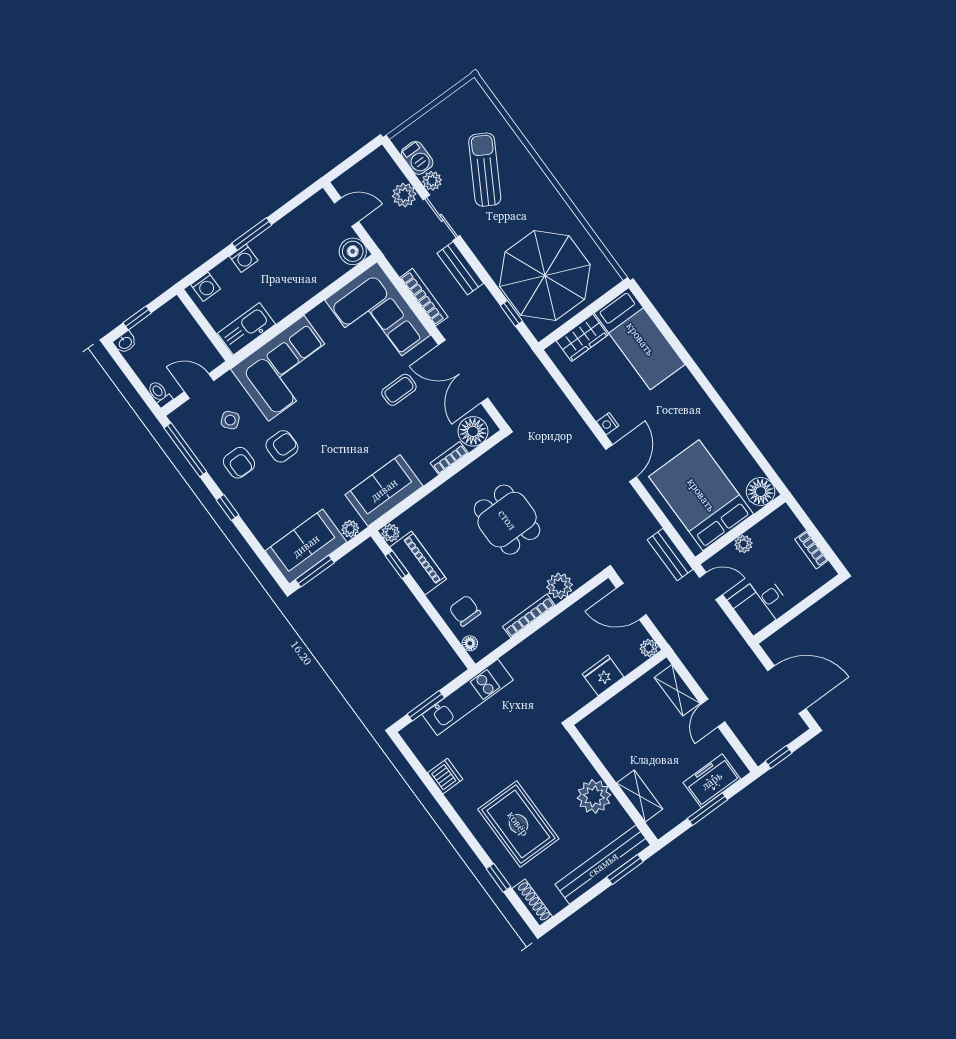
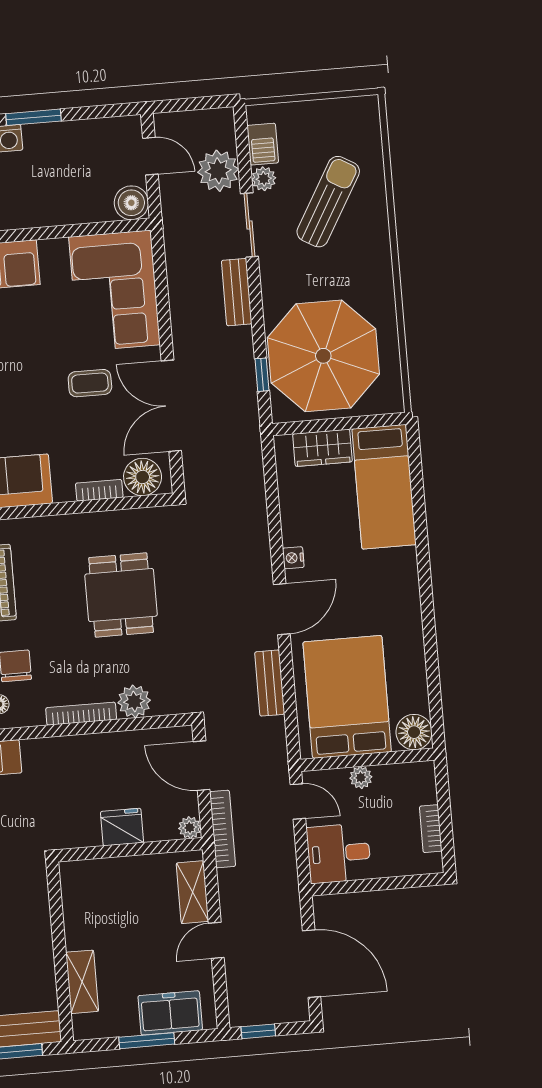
plant: (404, 195) -> (218, 171), width x1.36, depth x1.36
bookcase: (424, 297) -> (223, 829), moved
bench: (670, 554) -> (270, 683), moved
plant: (594, 796) -> (32, 952), removed

